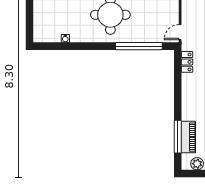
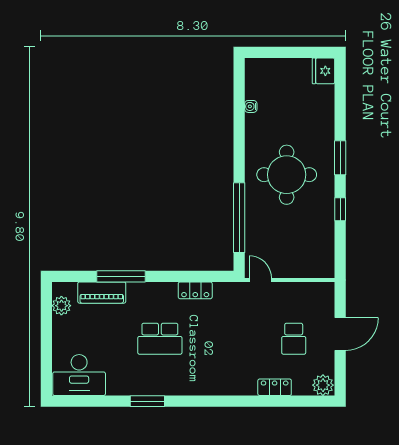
locker: (187, 62) -> (195, 290), moved
window: (178, 137) -> (121, 276), moved

